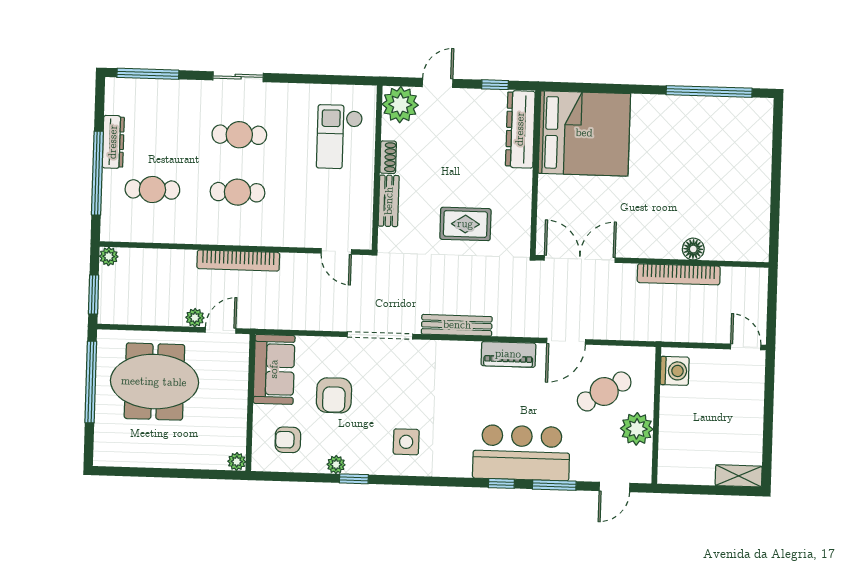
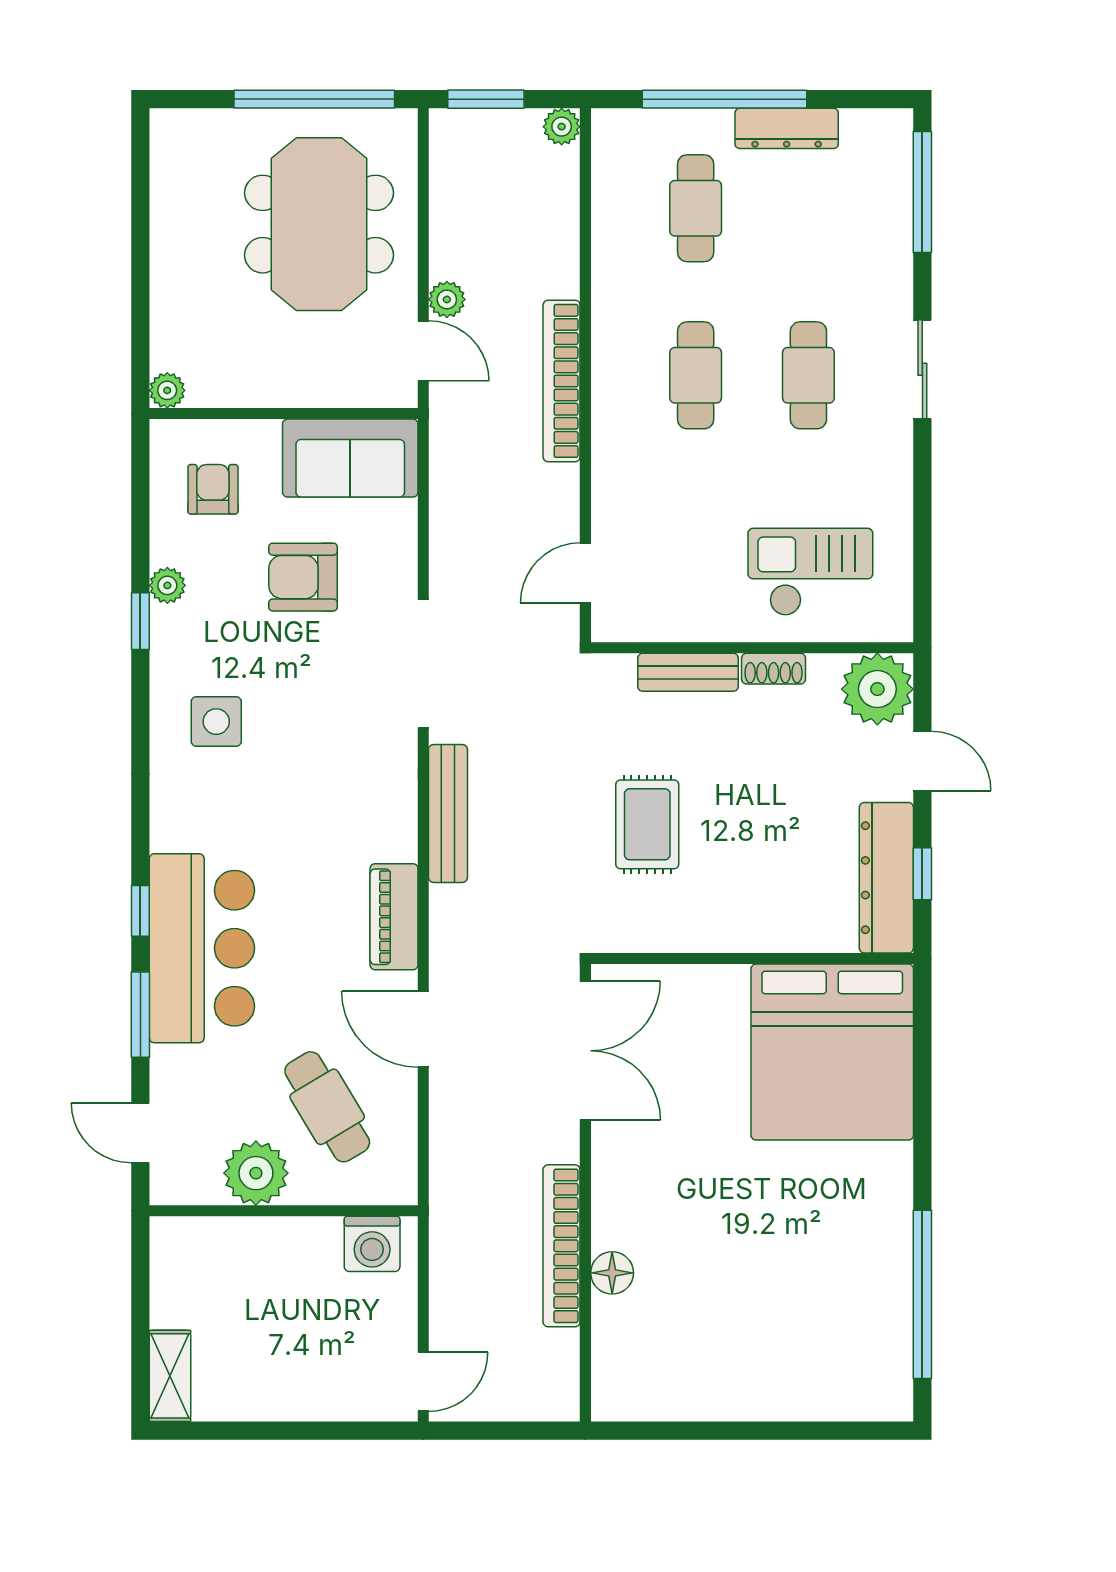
dresser: (520, 129) -> (886, 878), moved, turned -90

